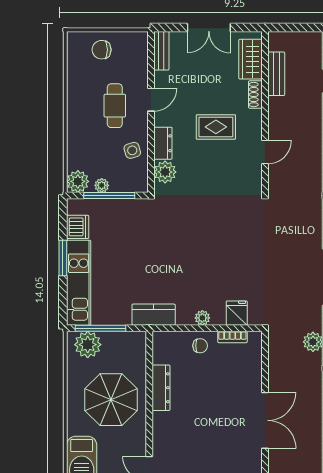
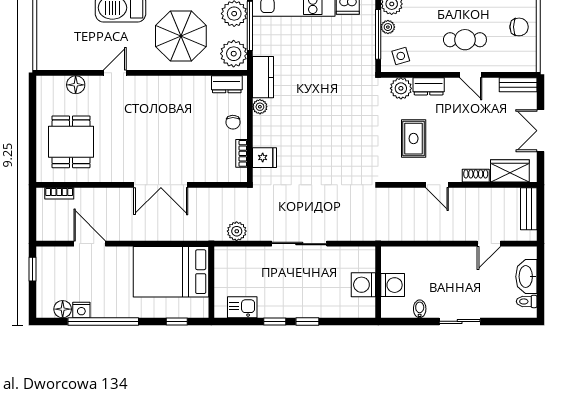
chair: (102, 50) -> (519, 27), turned 90
bench: (276, 74) -> (529, 209), moved, turned 90
rug: (216, 127) -> (414, 139), moved
side table: (132, 150) -> (401, 56), moved
door: (265, 152) -> (437, 185), moved
plant: (202, 318) -> (260, 107), moved
plant: (129, 345) -> (234, 54), added
dresser: (161, 388) -> (227, 84), moved, width x0.70

